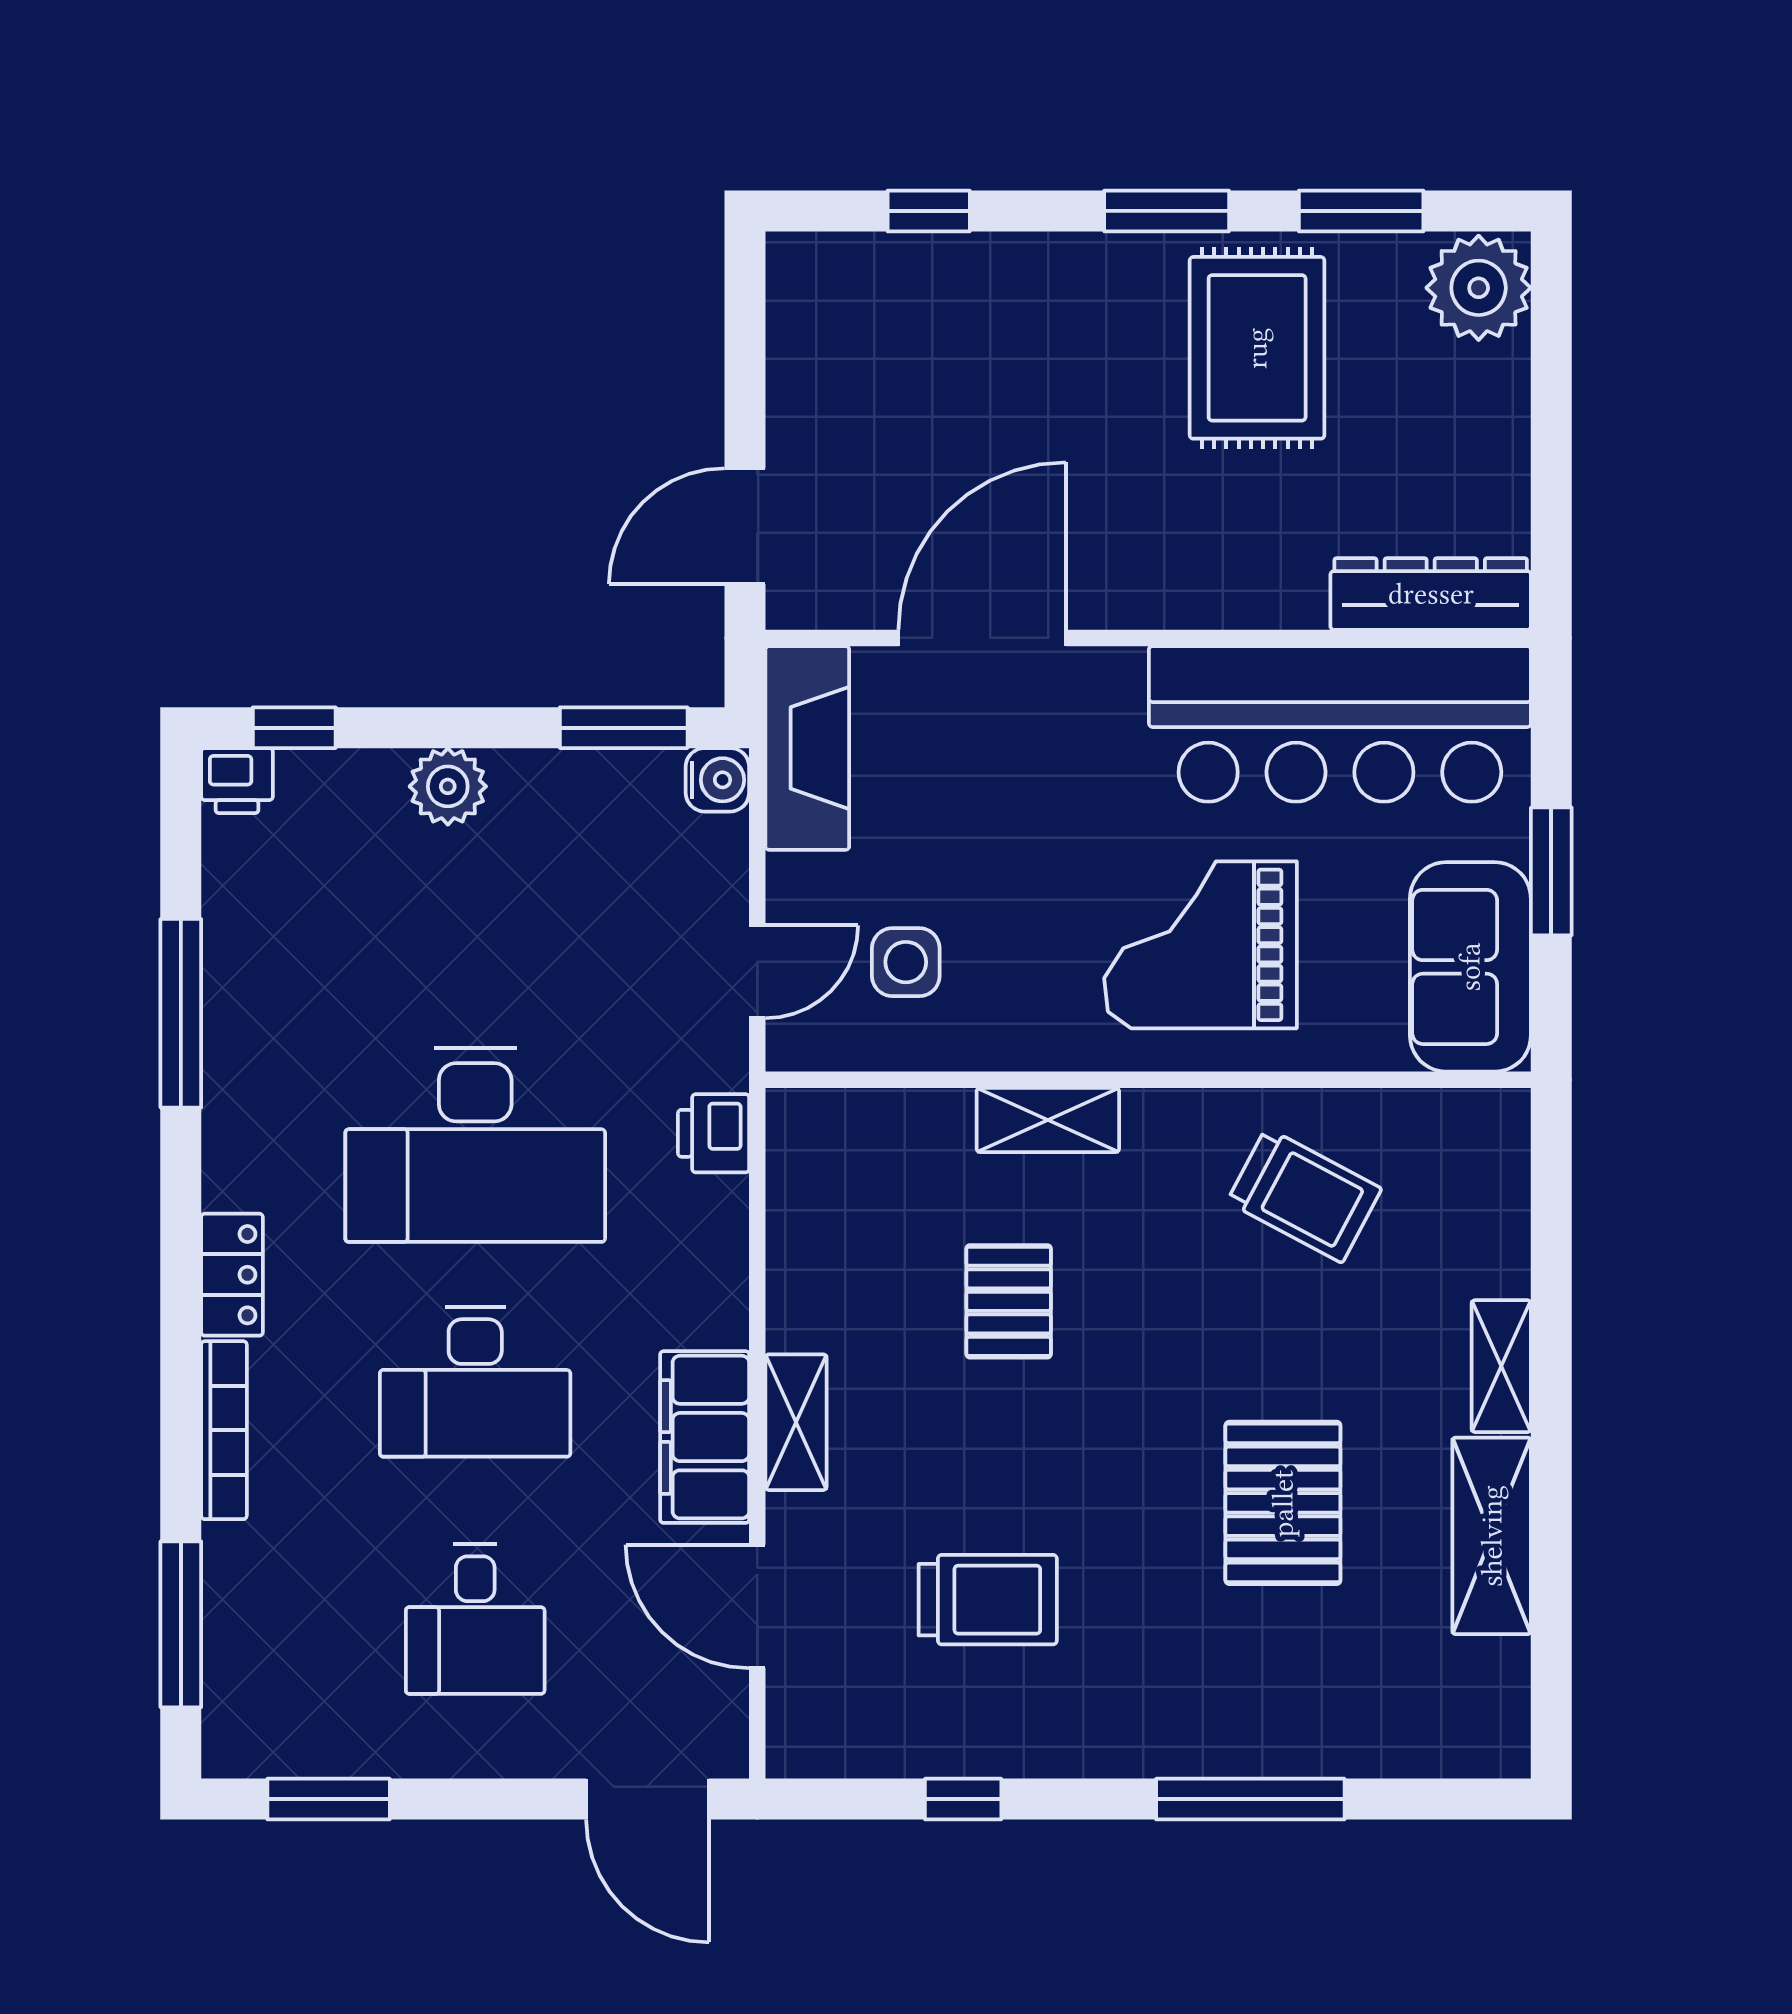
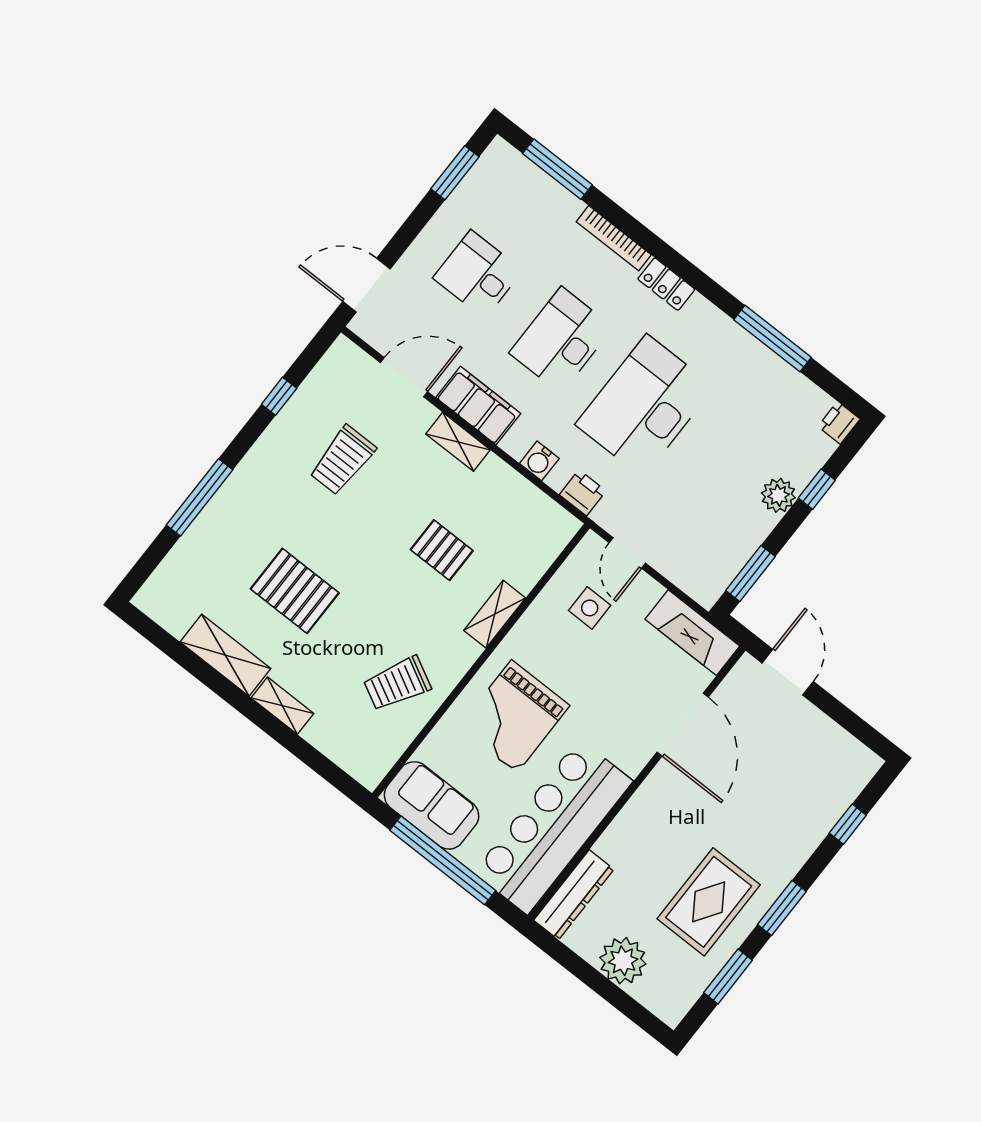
plant: (1479, 288) -> (623, 961), moved
rug: (1257, 348) -> (709, 902), turned 90
window: (294, 728) -> (817, 489), moved
water cooler: (717, 780) -> (539, 461), moved
window: (1551, 871) -> (443, 860), width x2.11
grand piano: (1200, 945) -> (514, 717), turned 180

